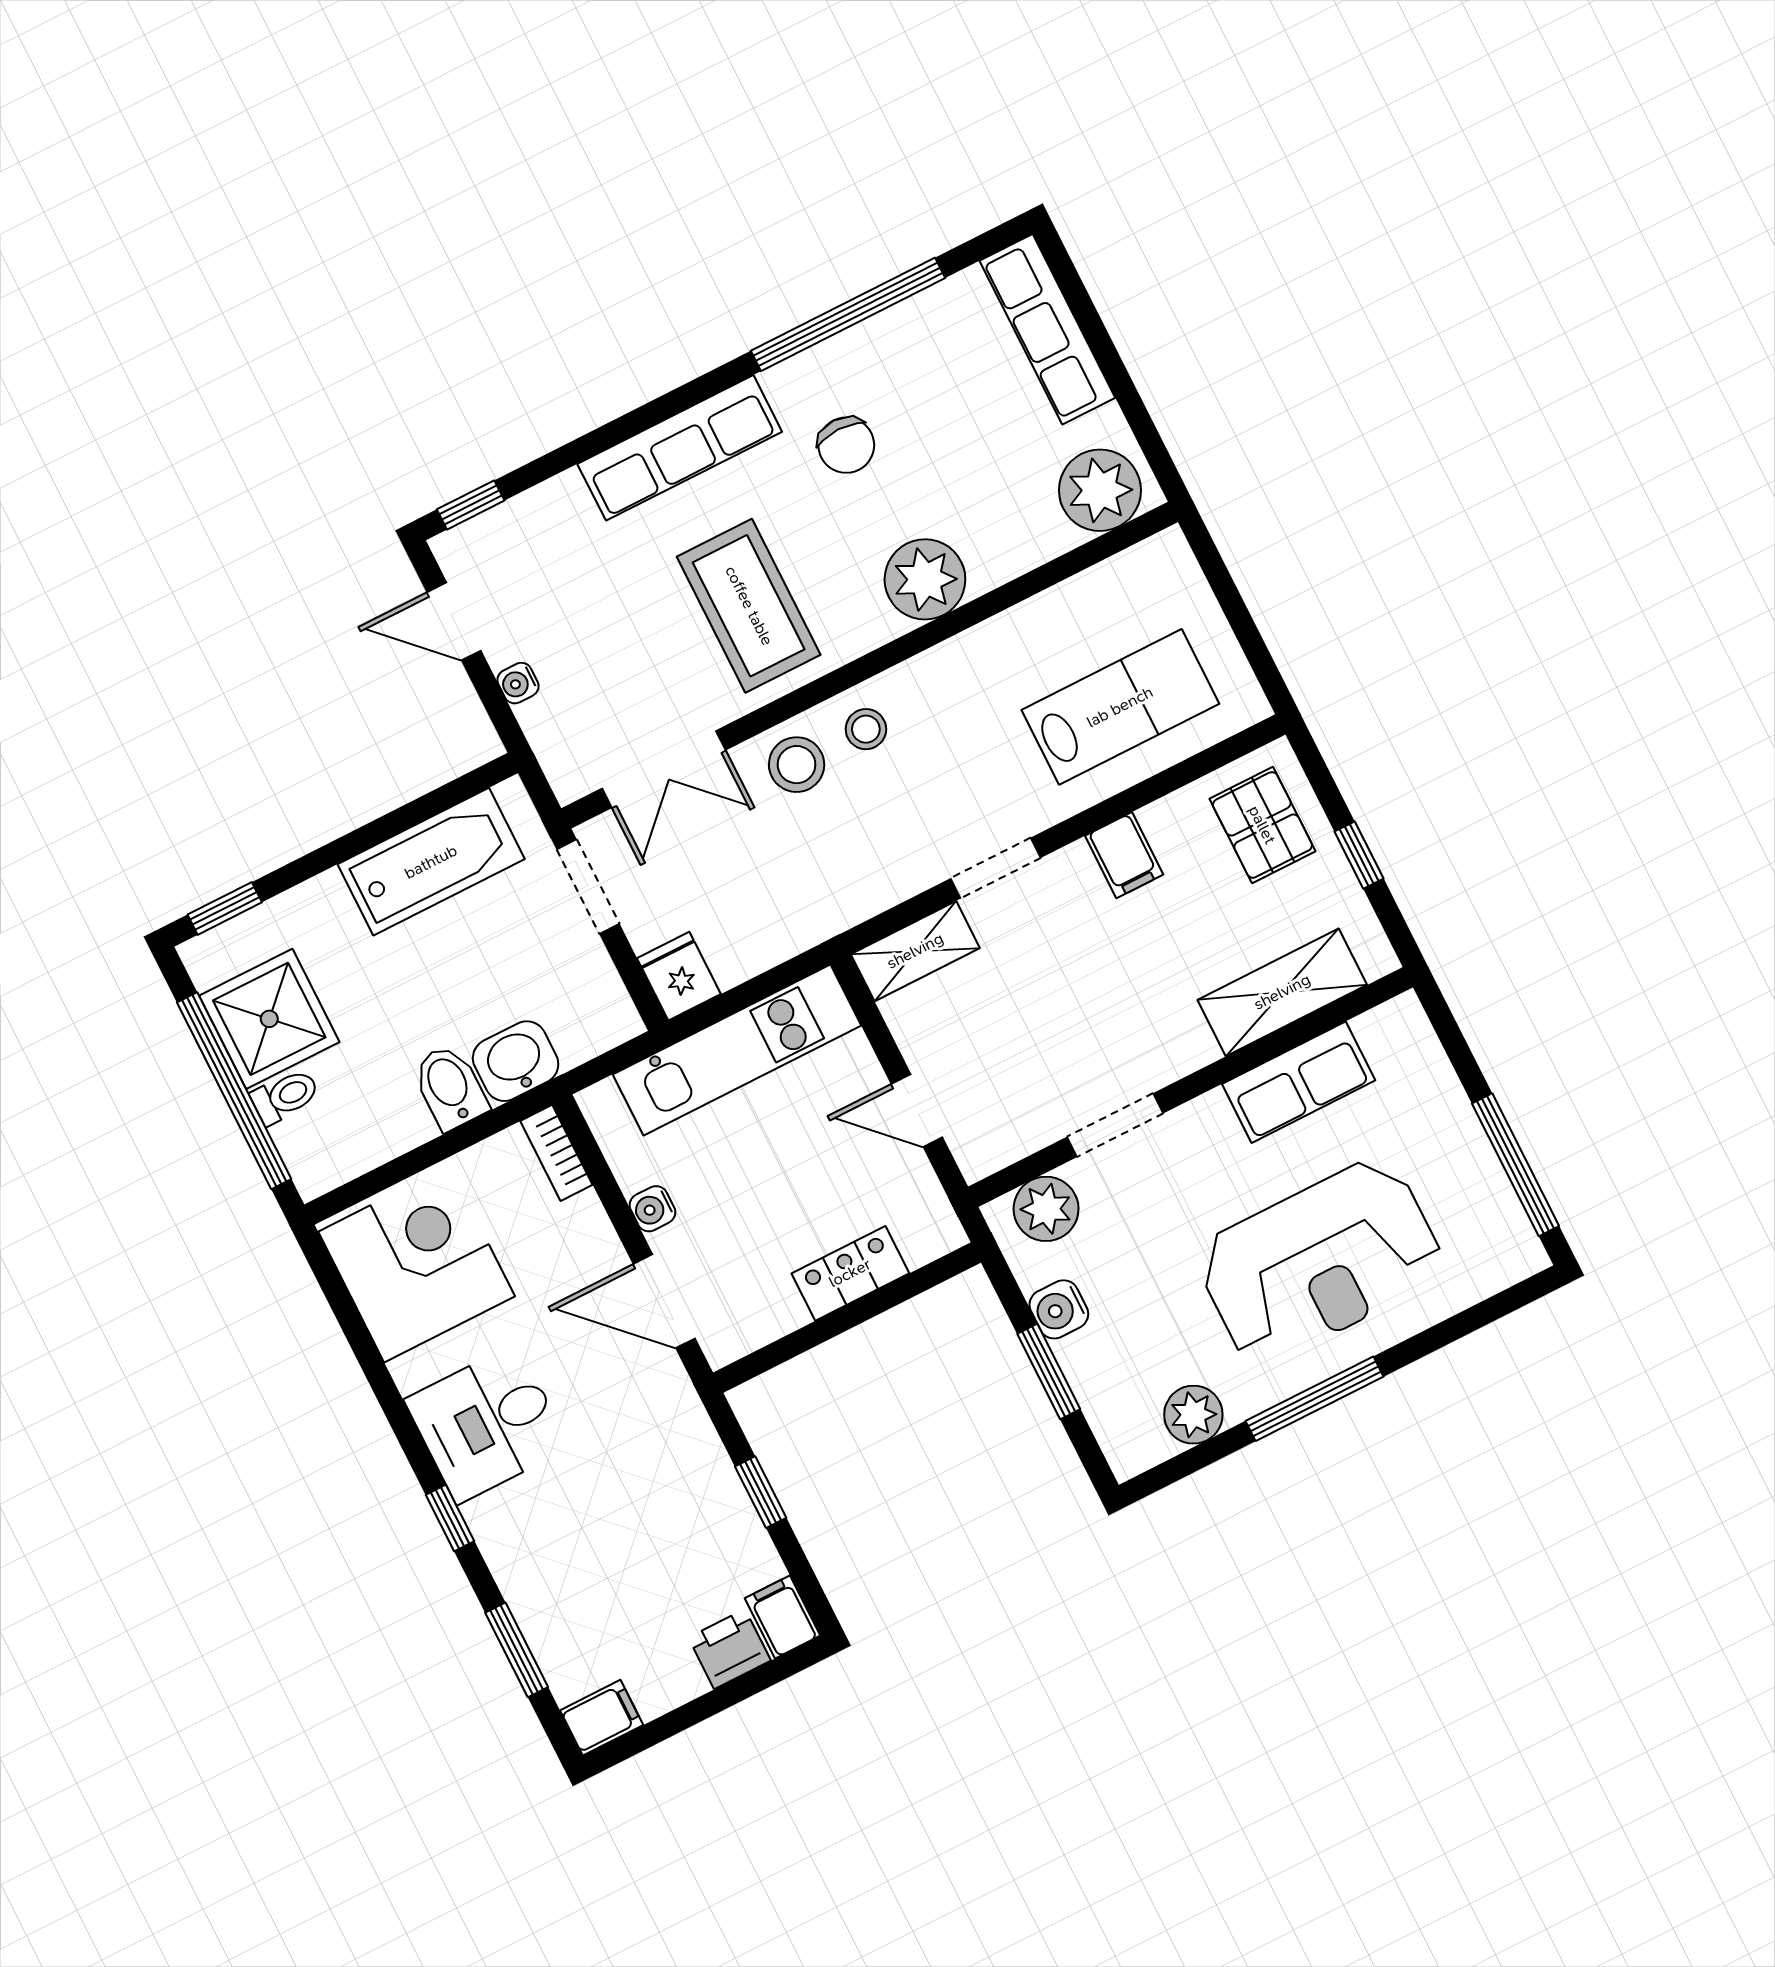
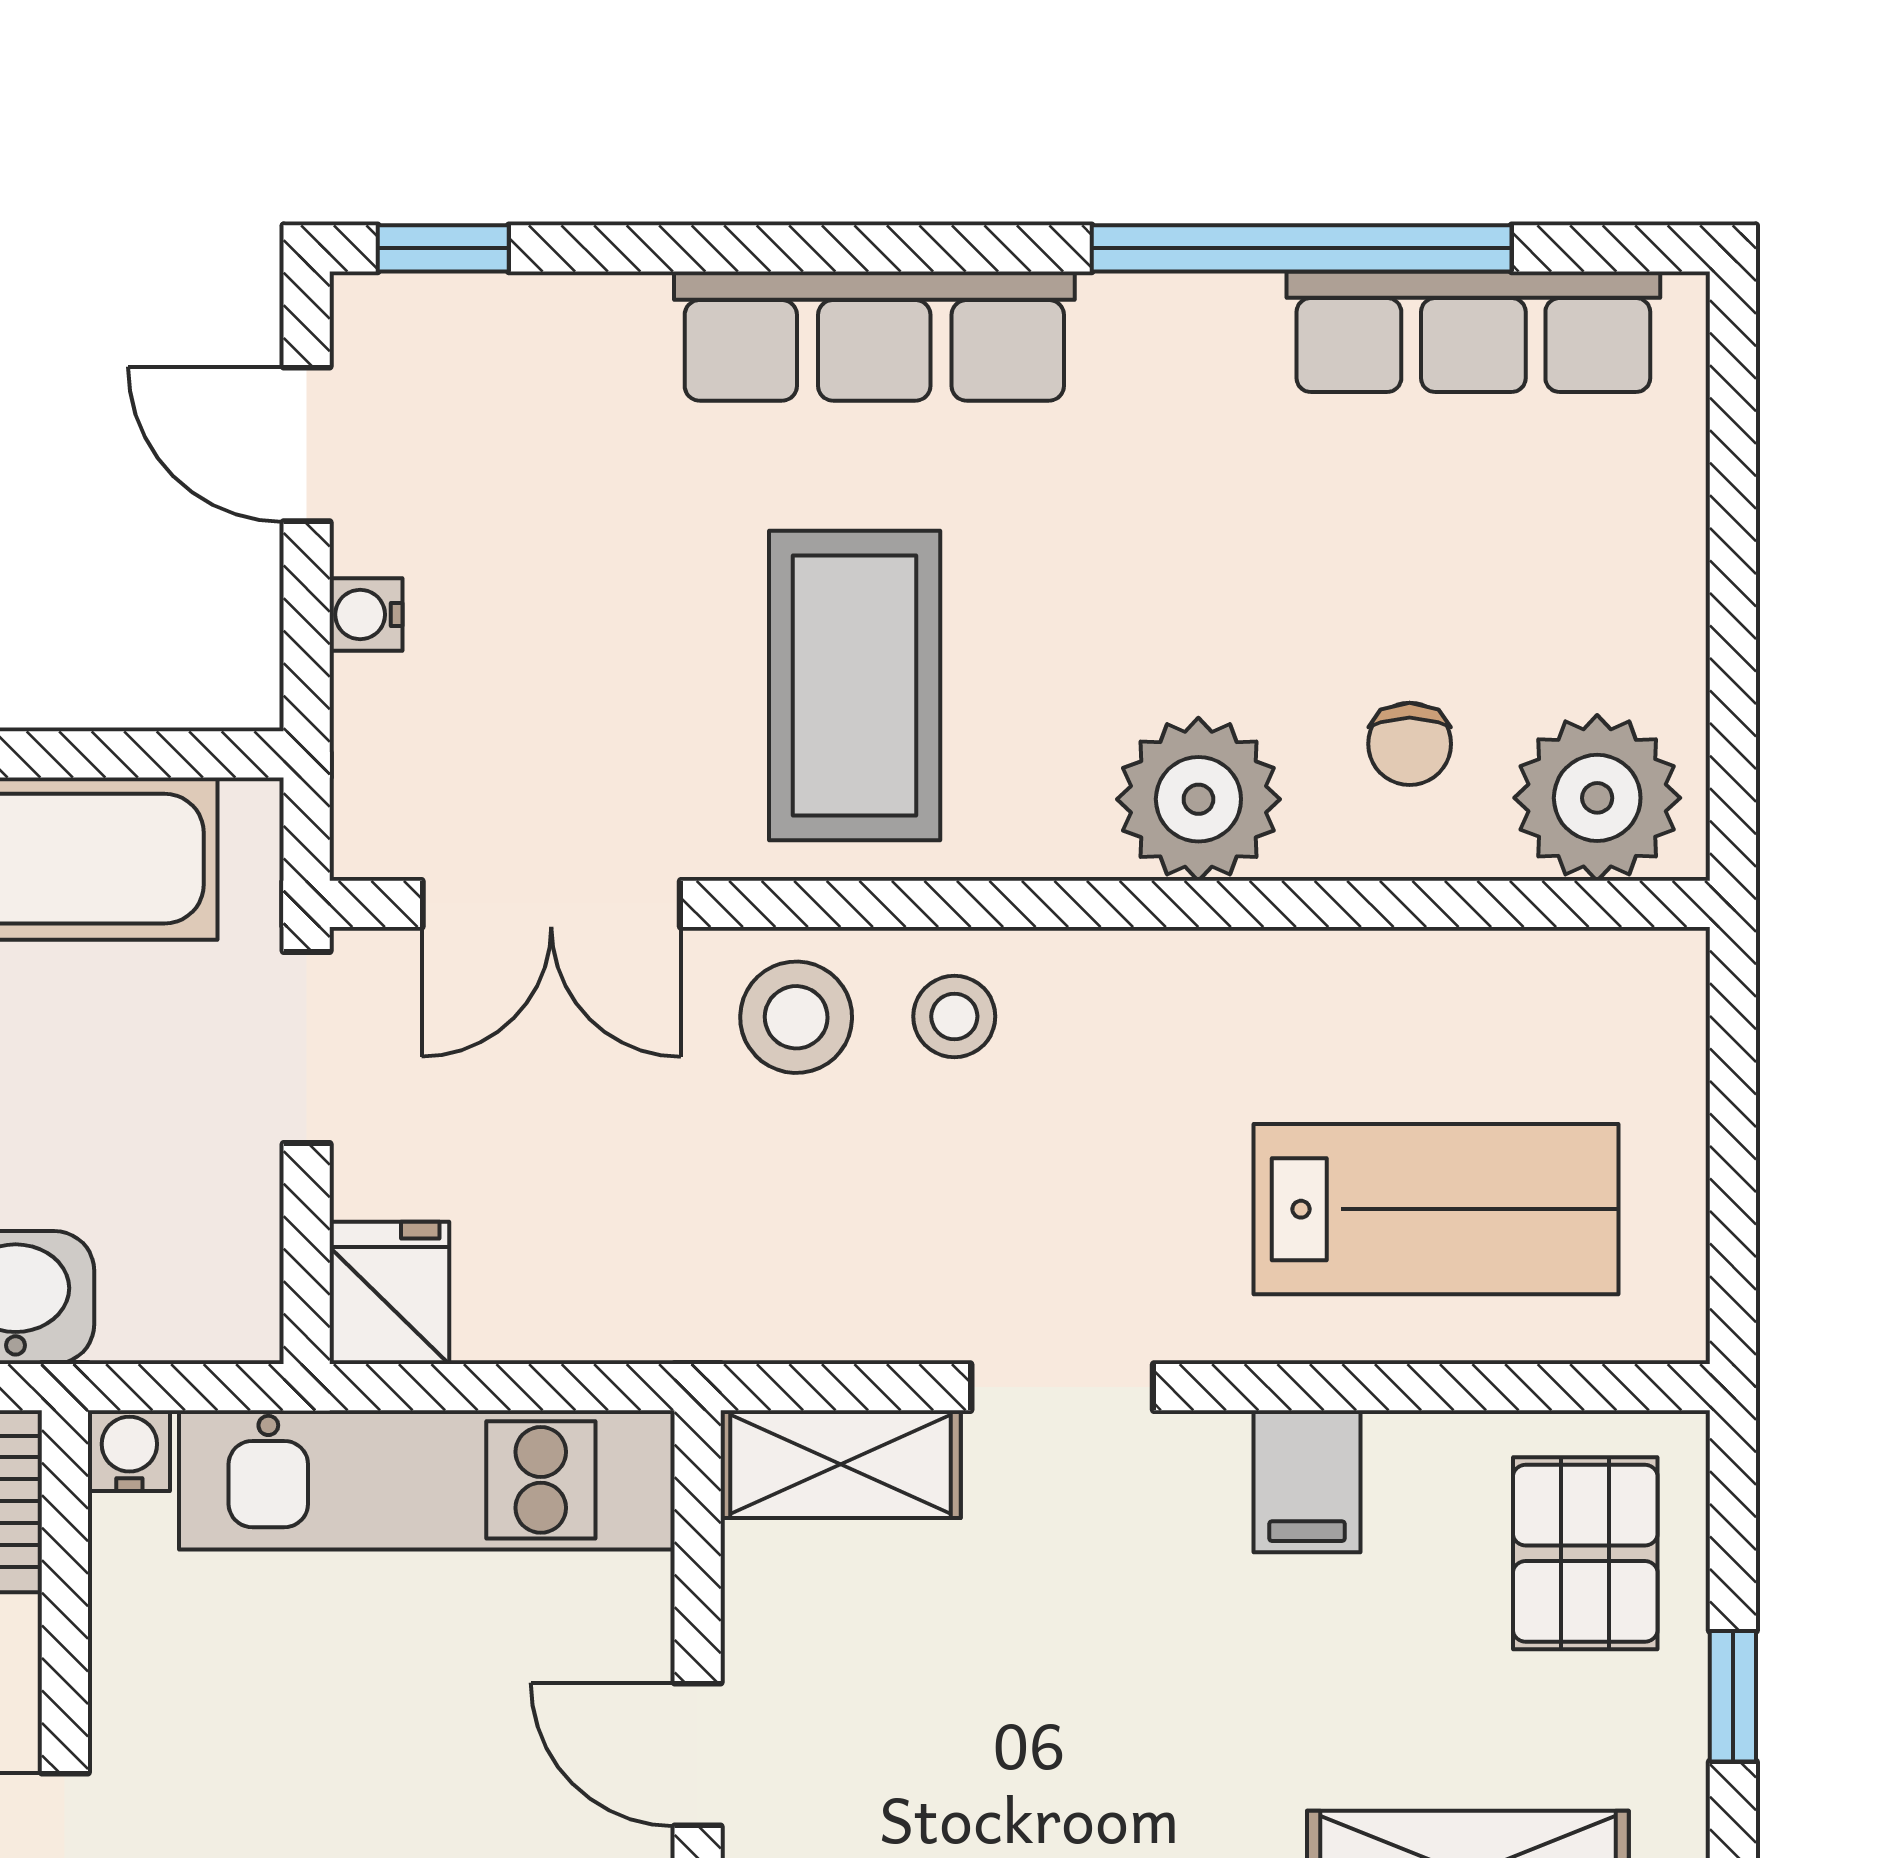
row of seats: (1047, 329) -> (1473, 332), moved, turned -90
chair: (846, 445) -> (1410, 744), moved, width x0.73, depth x0.73
water cooler: (653, 1209) -> (129, 1451), moved, turned 90

